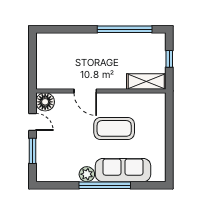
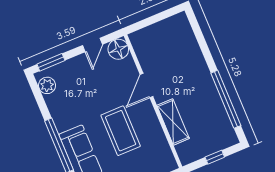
shelving: (146, 81) -> (173, 122), moved
window: (32, 151) -> (51, 62), moved
plant: (87, 174) -> (47, 85), moved

